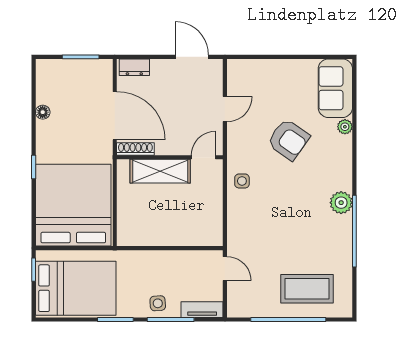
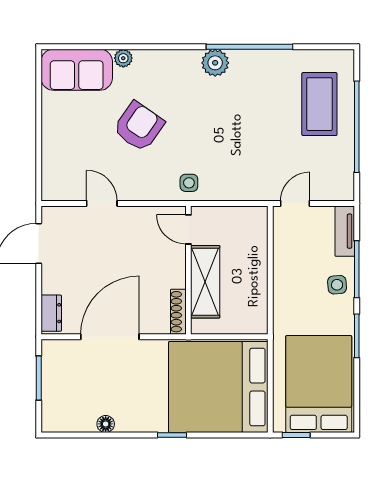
shoe rack: (135, 149) -> (178, 312), moved
wall: (170, 157) -> (188, 270), moved
door: (203, 157) -> (188, 229), moved
shelving: (160, 171) -> (205, 282), moved

